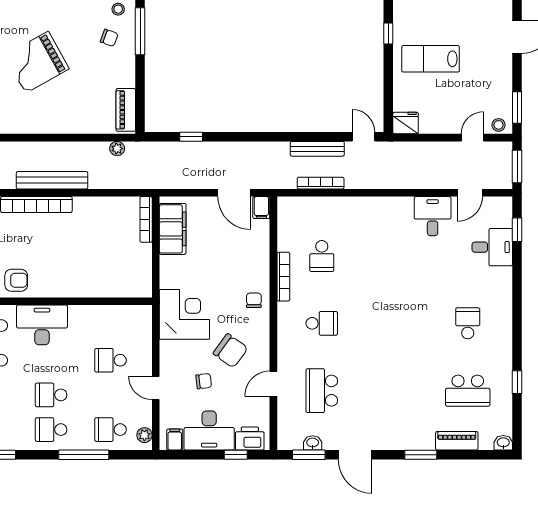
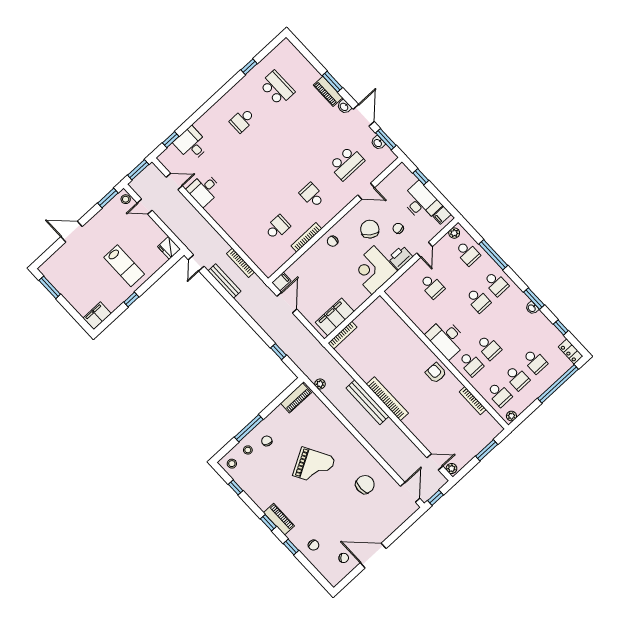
printer: (250, 439) -> (400, 258), moved, turned 90
piano: (457, 441) -> (328, 91), moved
washbasin: (503, 443) -> (344, 107), moved

